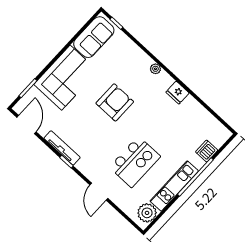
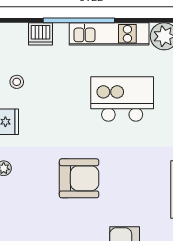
armchair: (115, 102) -> (79, 178), turned 180
stool: (193, 116) -> (17, 82), added

